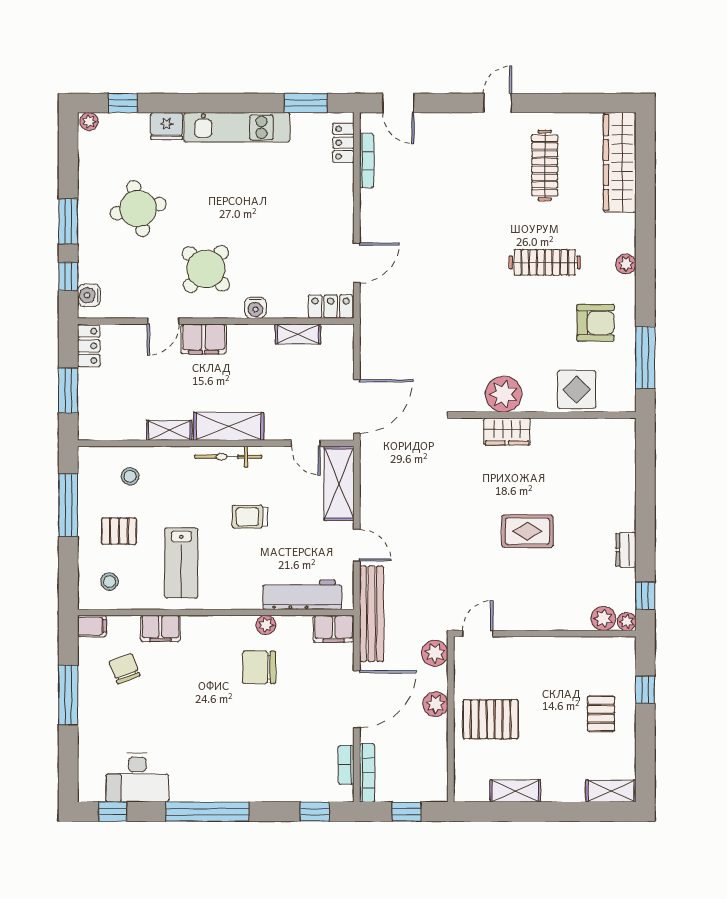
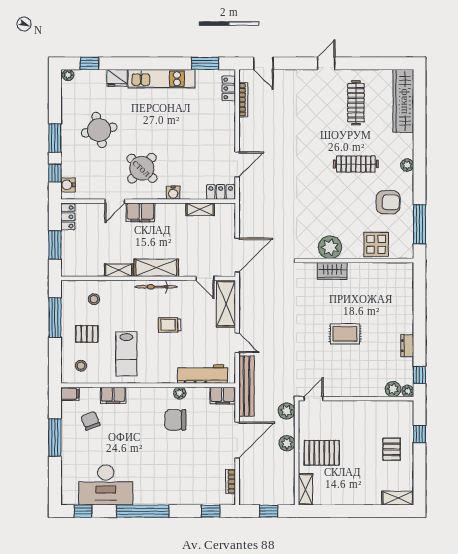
bookcase: (367, 773) -> (244, 487), removed
desk: (137, 778) -> (106, 485), width x1.36, depth x1.30
shelving: (515, 791) -> (305, 489), moved, turned 90

